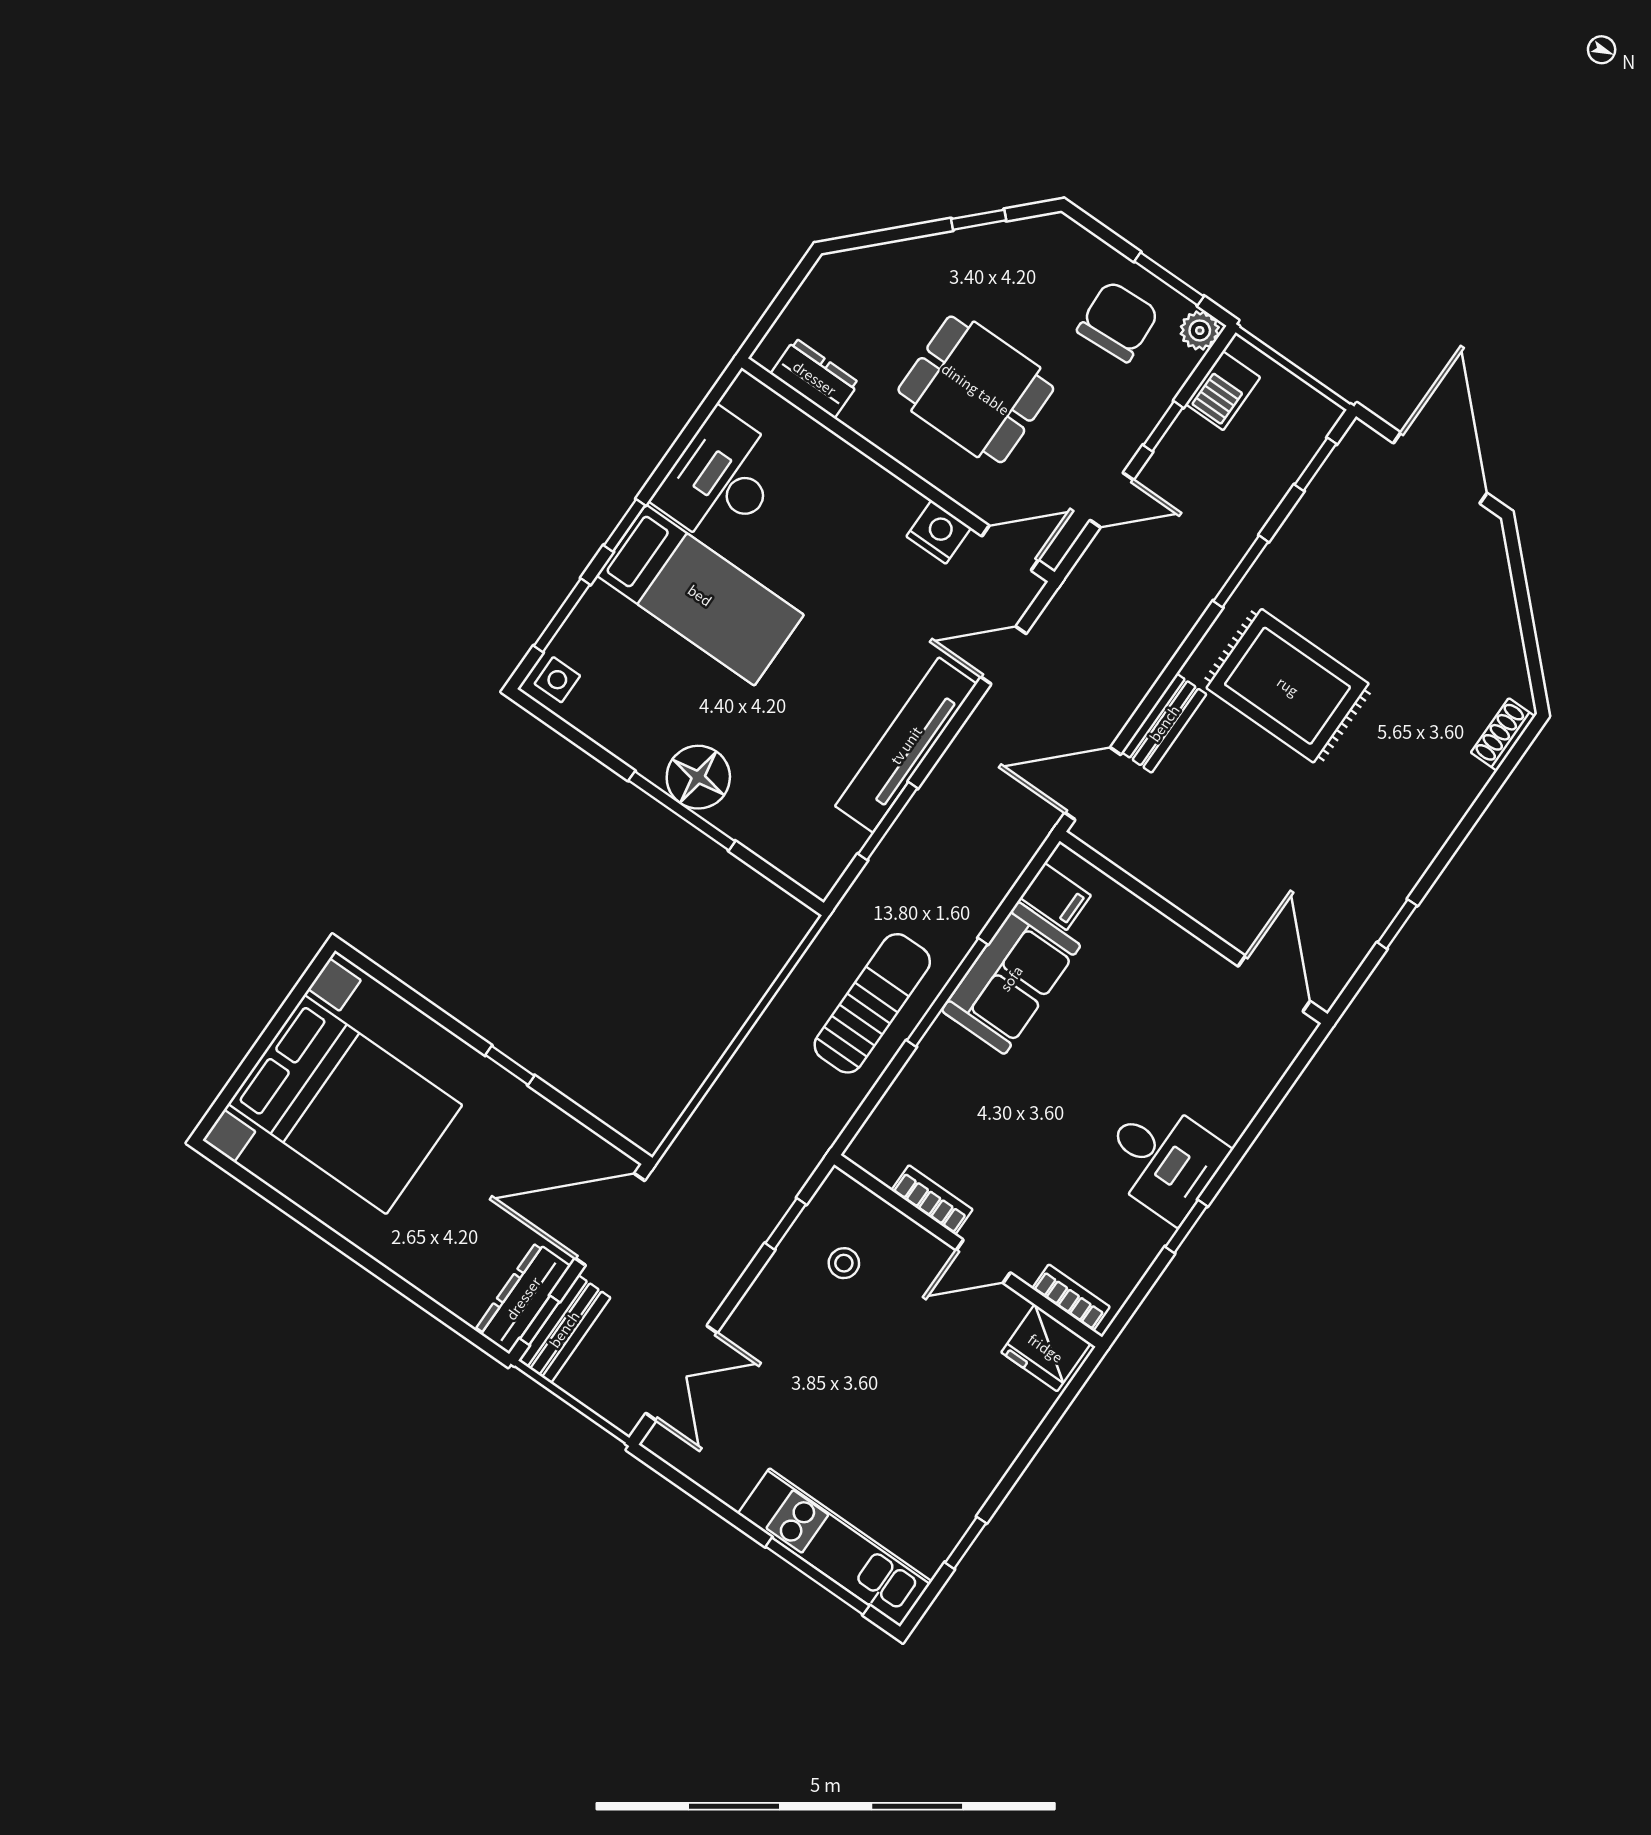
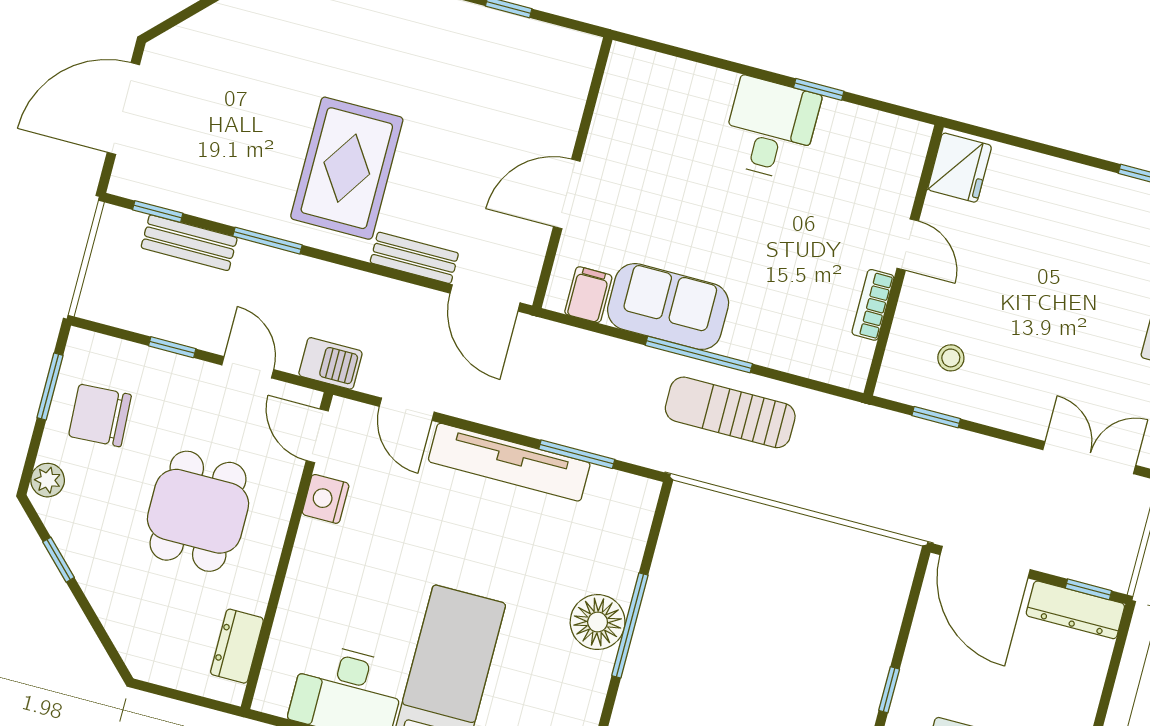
plant: (1200, 330) -> (48, 480), moved
barbecue: (1223, 391) -> (330, 363), moved
door: (1274, 984) -> (567, 194), moved
bookcase: (1071, 1298) -> (911, 162), removed
bench: (564, 1329) -> (189, 243), moved

